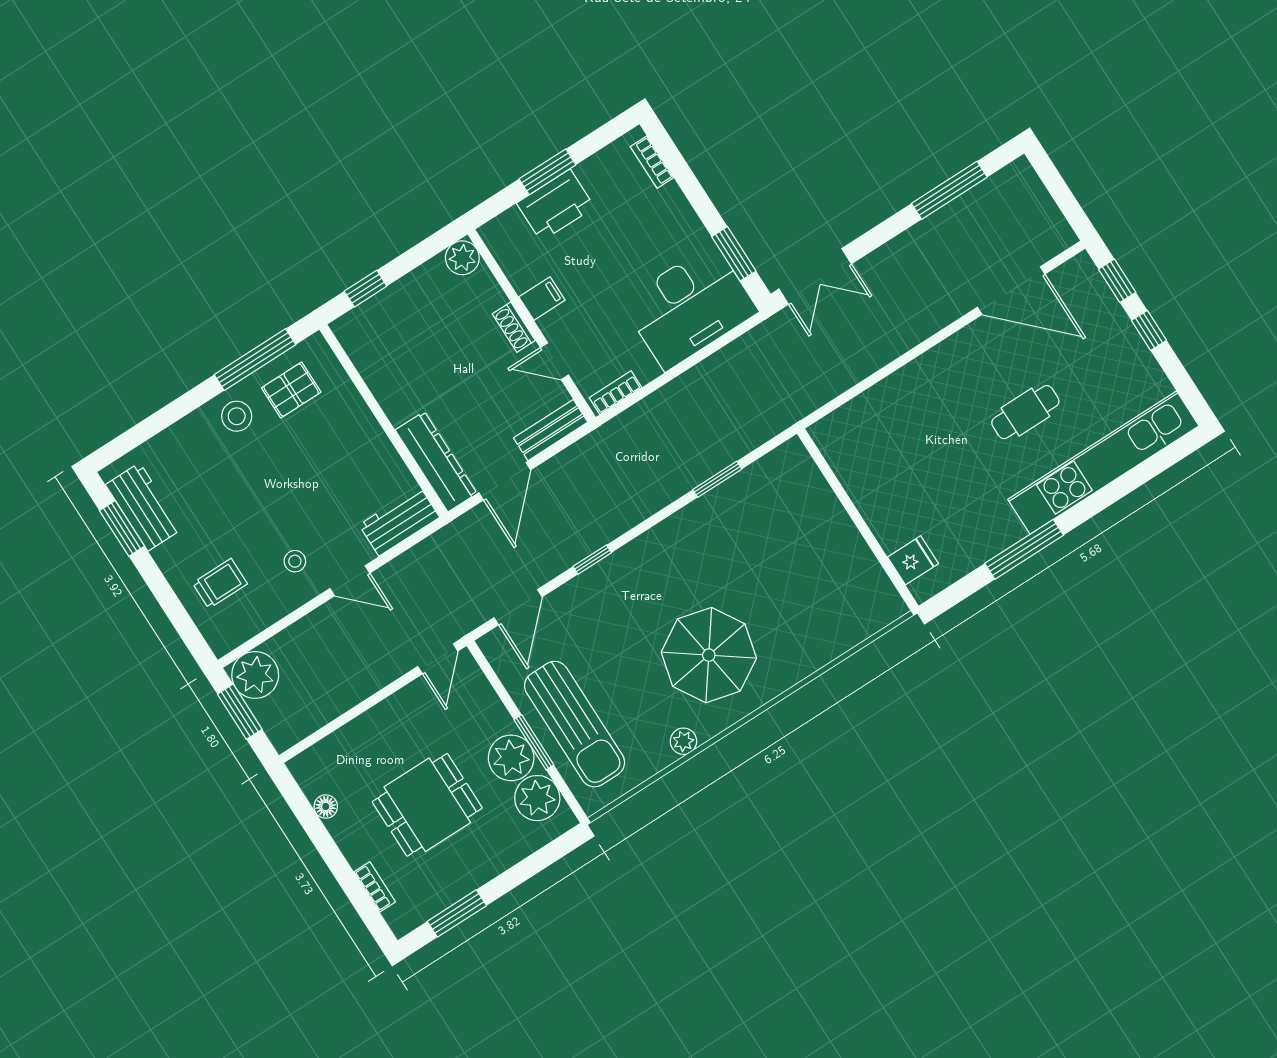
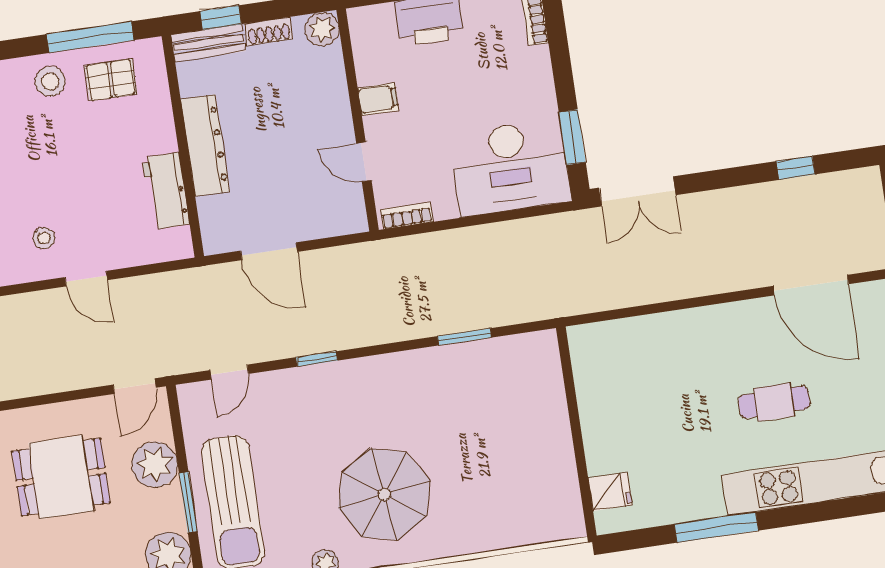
window: (949, 190) -> (796, 168), width x0.46
shoe rack: (514, 327) -> (269, 31), moved, turned -90
bench: (551, 430) -> (208, 43), moved
dresser: (436, 462) -> (205, 145), moved
door: (505, 481) -> (269, 251), hinge flipped
workbench: (399, 521) -> (166, 191), moved, turned -90
door: (518, 607) -> (229, 372), width x0.73
plant: (511, 758) -> (155, 465), moved
dining table: (427, 805) -> (61, 477), moved

